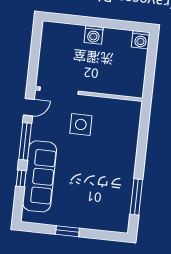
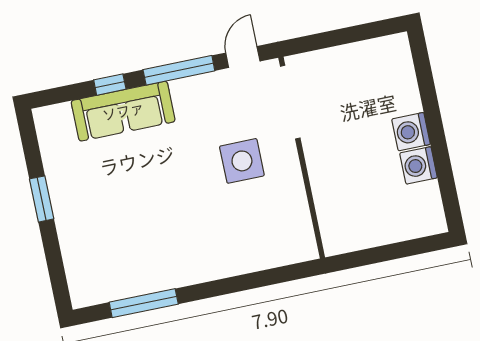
washing machine: (141, 40) -> (418, 165), moved
door: (29, 107) -> (243, 57), swing flipped
sofa: (40, 176) -> (123, 111), width x0.74, depth x0.79

